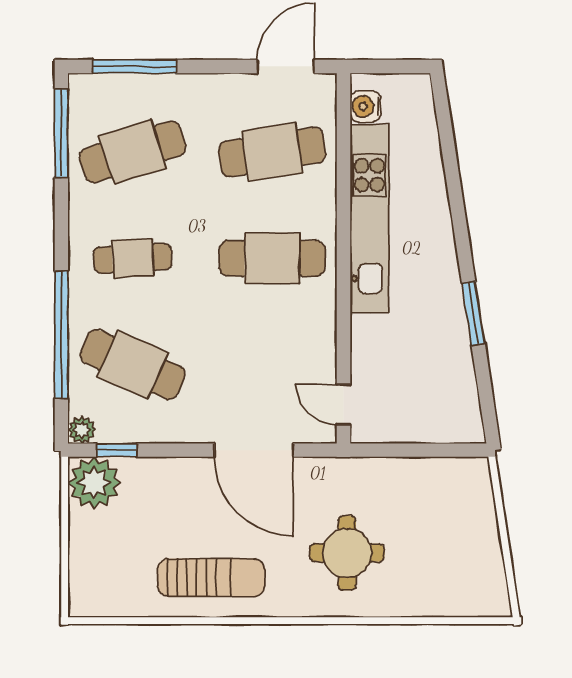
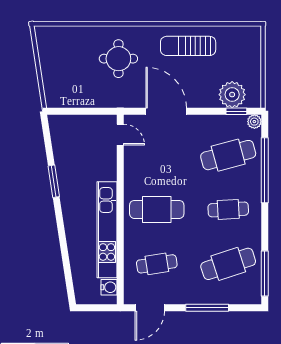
window: (134, 66) -> (207, 308), moved
cafe table: (272, 152) -> (157, 264), width x0.73, depth x0.74
cafe table: (133, 365) -> (228, 155), turned -39
plant: (94, 483) -> (232, 95), moved

